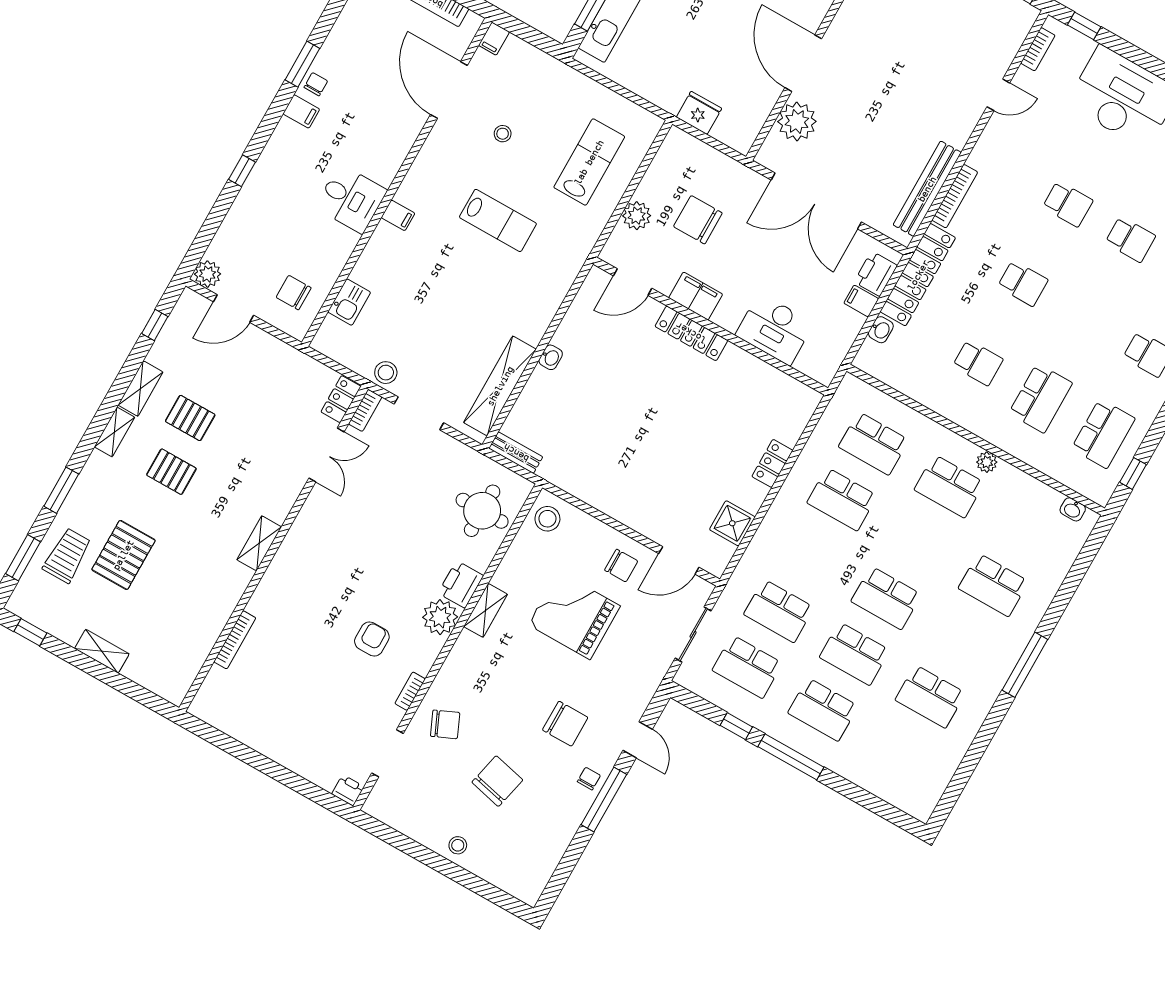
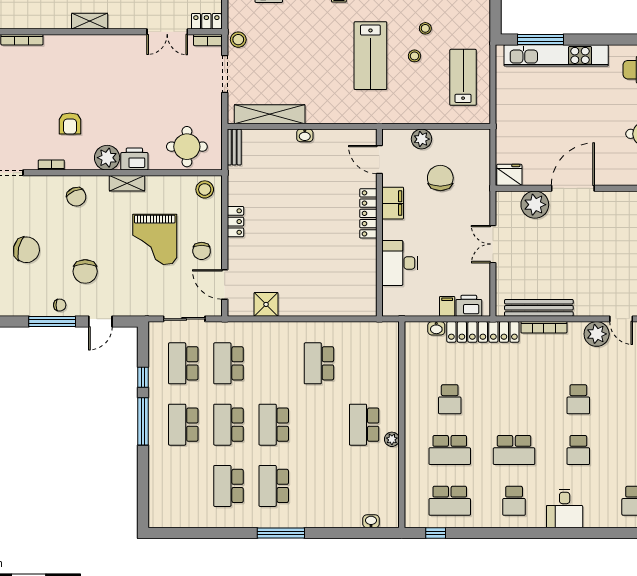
fridge: (699, 113) -> (509, 175), moved, turned -90
plant: (1000, 136) -> (597, 334), added
lab bench: (589, 162) -> (463, 77), moved, turned -90
stool: (529, 166) -> (414, 56), added
double door: (816, 201) -> (493, 244), width x0.54
lab bench: (498, 220) -> (370, 56), width x1.36, depth x1.39
school desk: (1023, 283) -> (514, 450), moved, width x1.85
school desk: (874, 443) -> (364, 363), removed
locker: (772, 463) -> (235, 222), moved, turned 90
washbasin: (1073, 509) -> (371, 521), moved, turned 90
school desk: (993, 585) -> (274, 486), moved
grand piano: (574, 615) -> (155, 239), turned 180
armchair: (372, 639) -> (70, 123), turned 90
chair: (445, 724) -> (76, 197), moved

